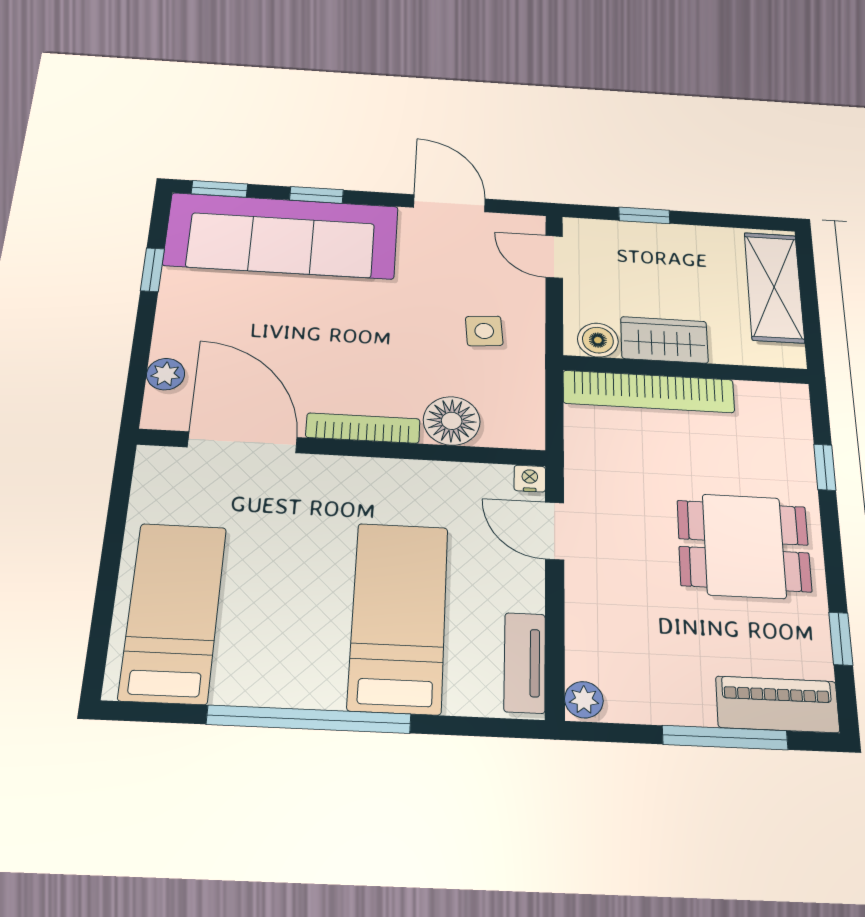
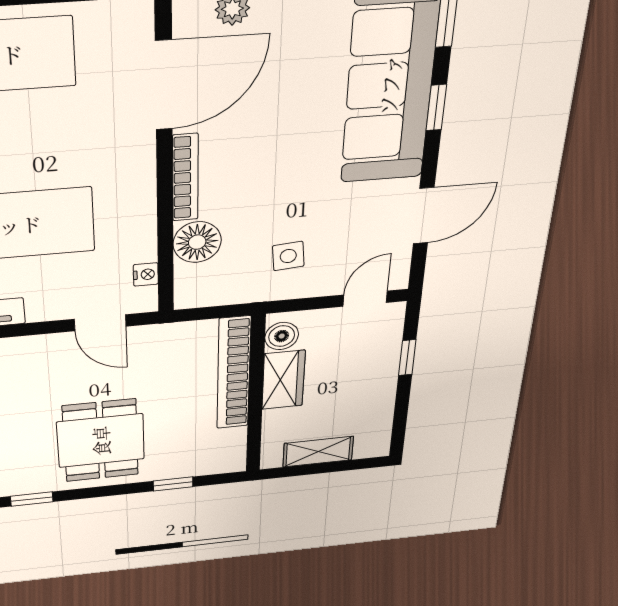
shelving: (774, 287) -> (318, 452), width x0.67, depth x0.75
nightstand: (530, 479) -> (146, 274), moved
door: (555, 531) -> (100, 323), swing flipped

